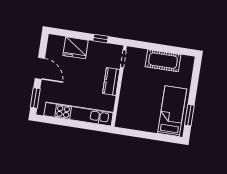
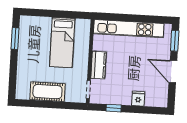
fridge: (76, 48) -> (138, 99), width x0.53, depth x0.75
bed: (172, 111) -> (62, 42), moved

